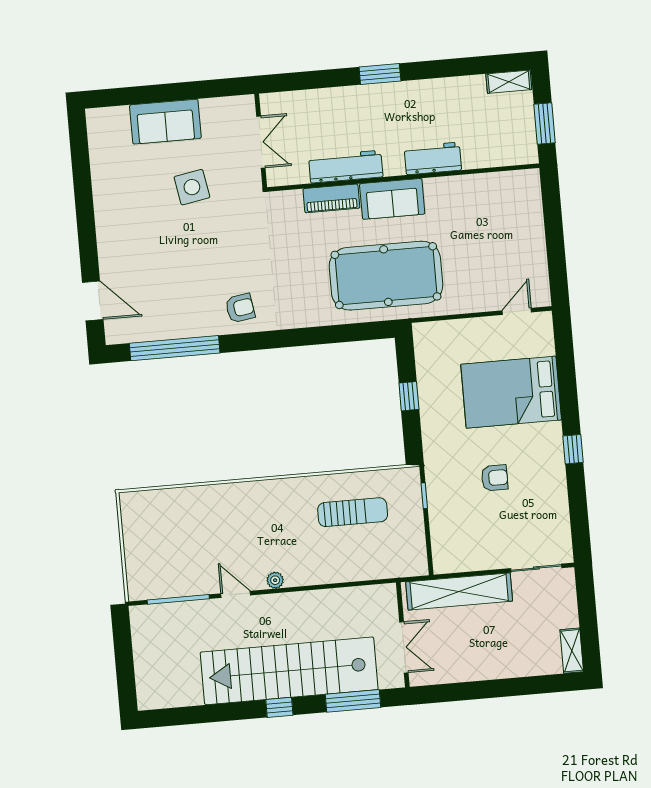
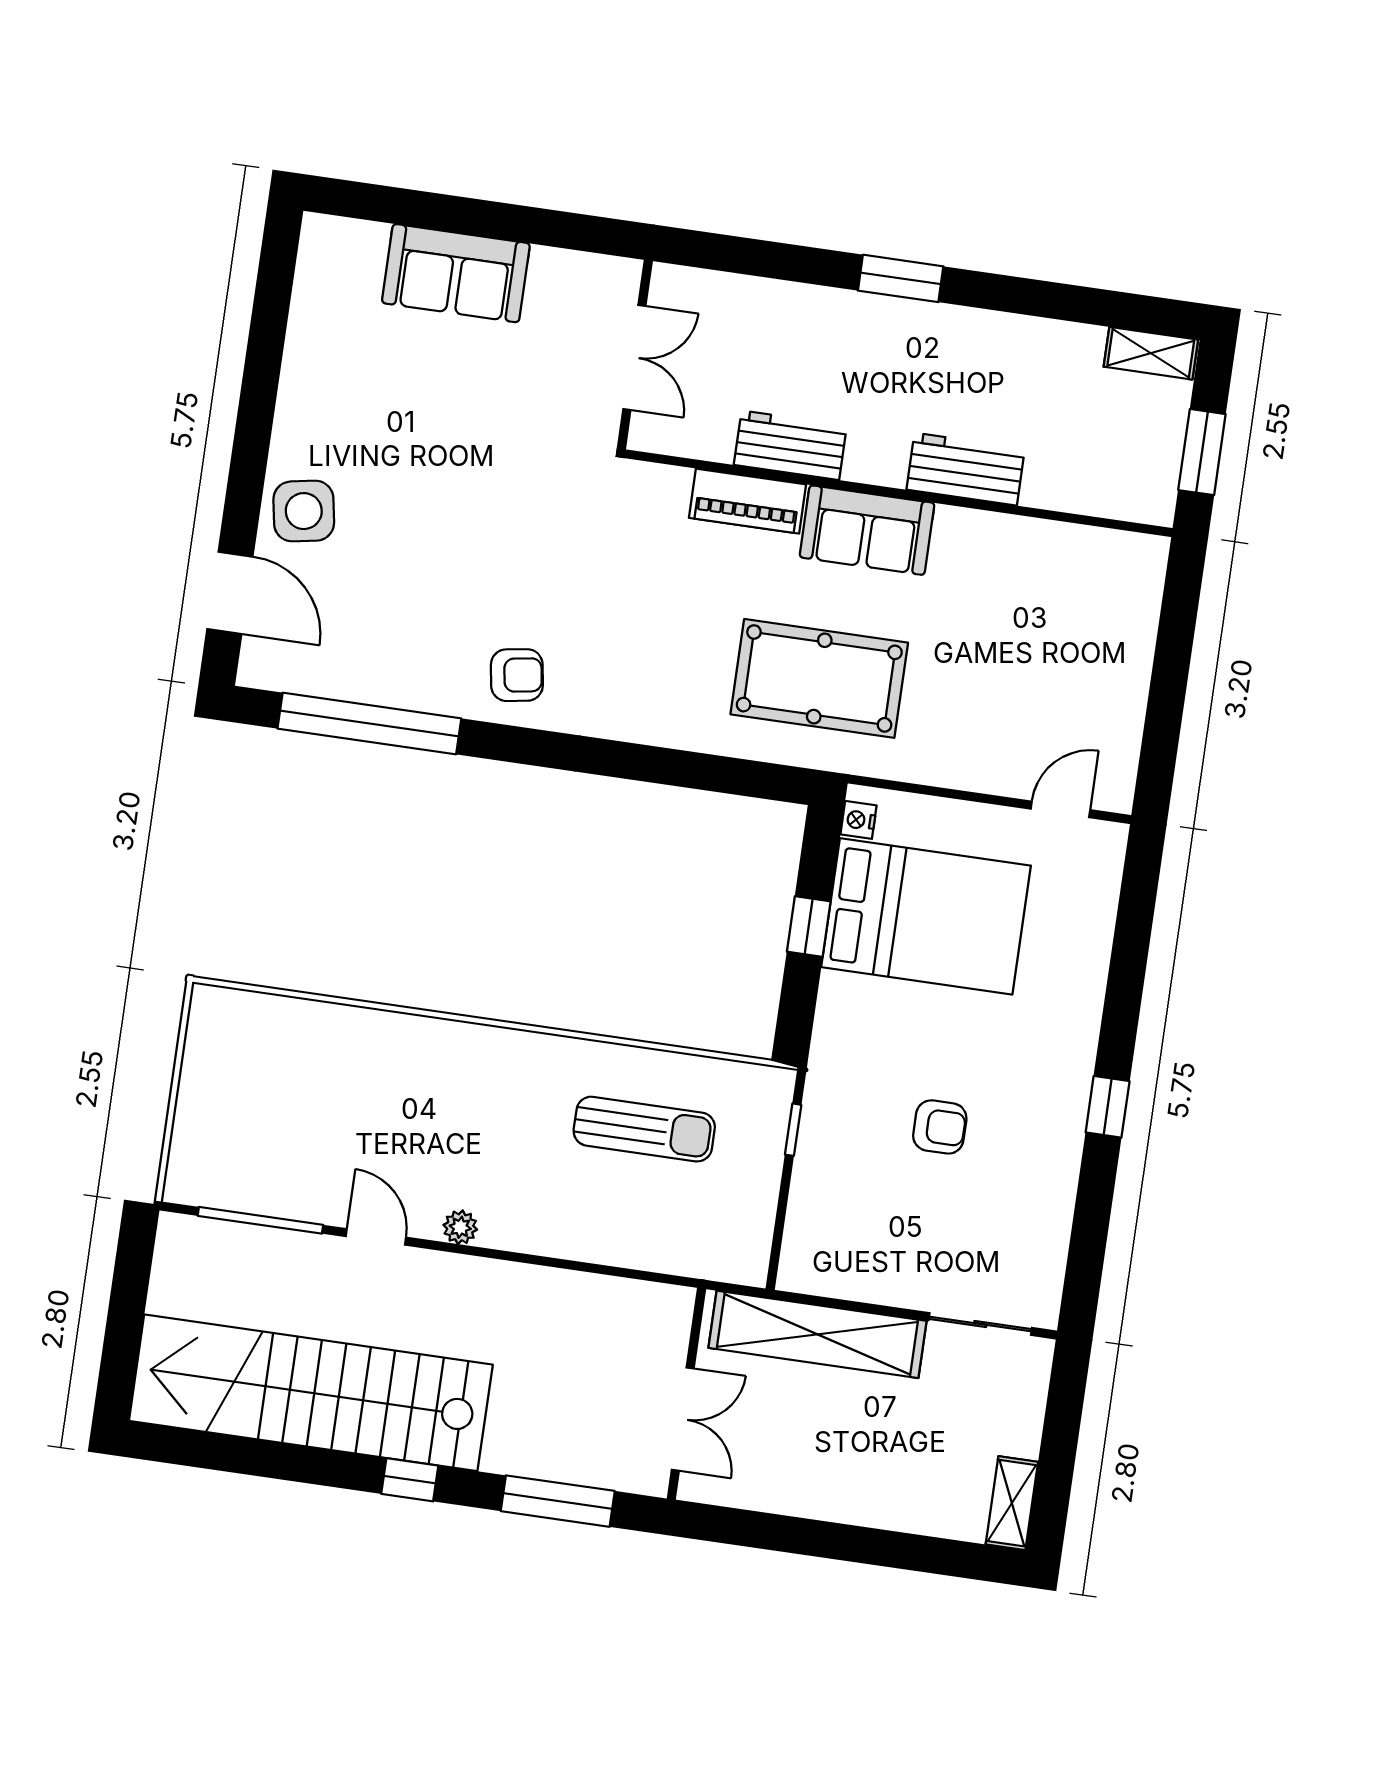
workbench: (346, 167) -> (790, 445), width x0.73
side table: (192, 187) -> (304, 511), moved
pool table: (386, 276) -> (819, 678), width x0.73, depth x0.76
nightstand: (421, 339) -> (859, 820), added
bed: (511, 392) -> (926, 916), moved, turned 180
stairs: (289, 671) -> (311, 1393), moved

